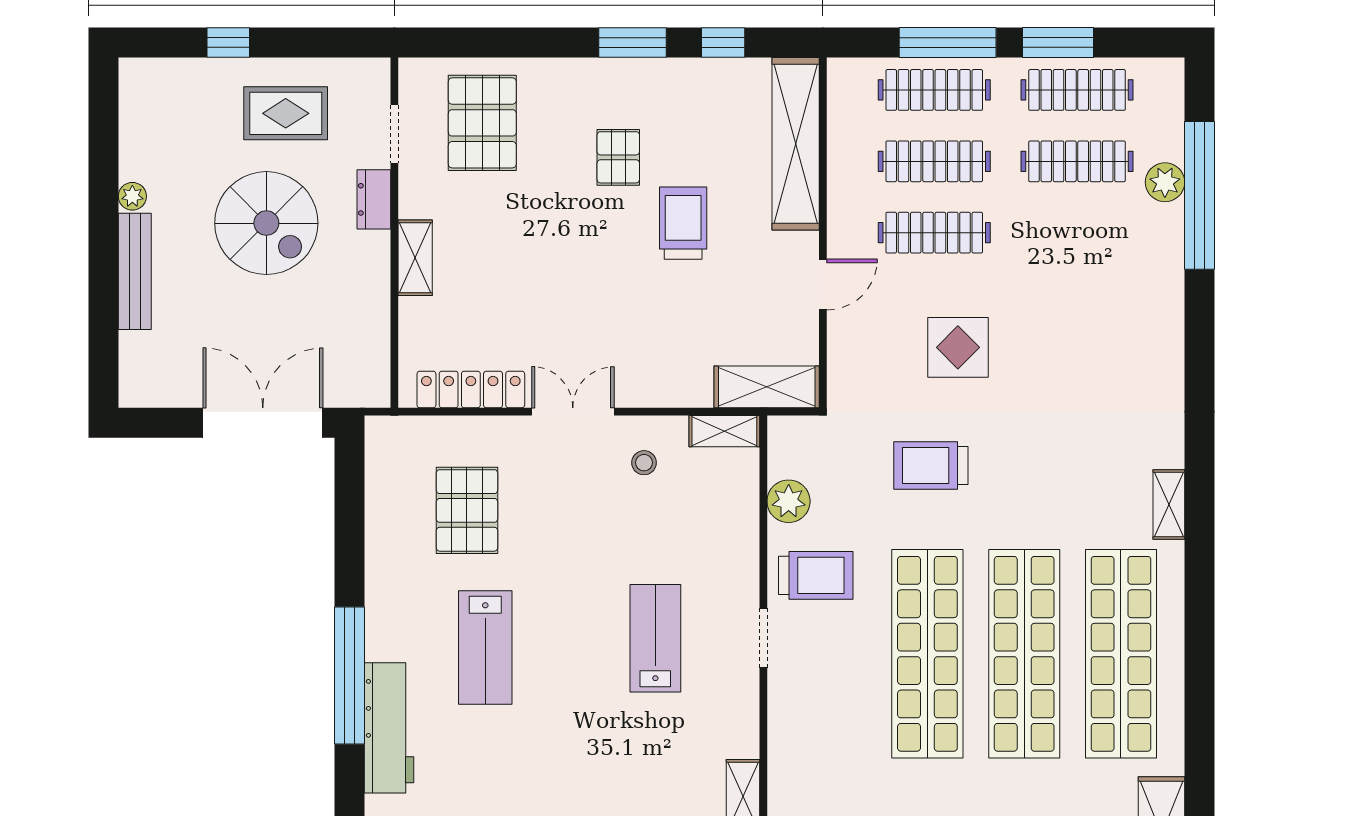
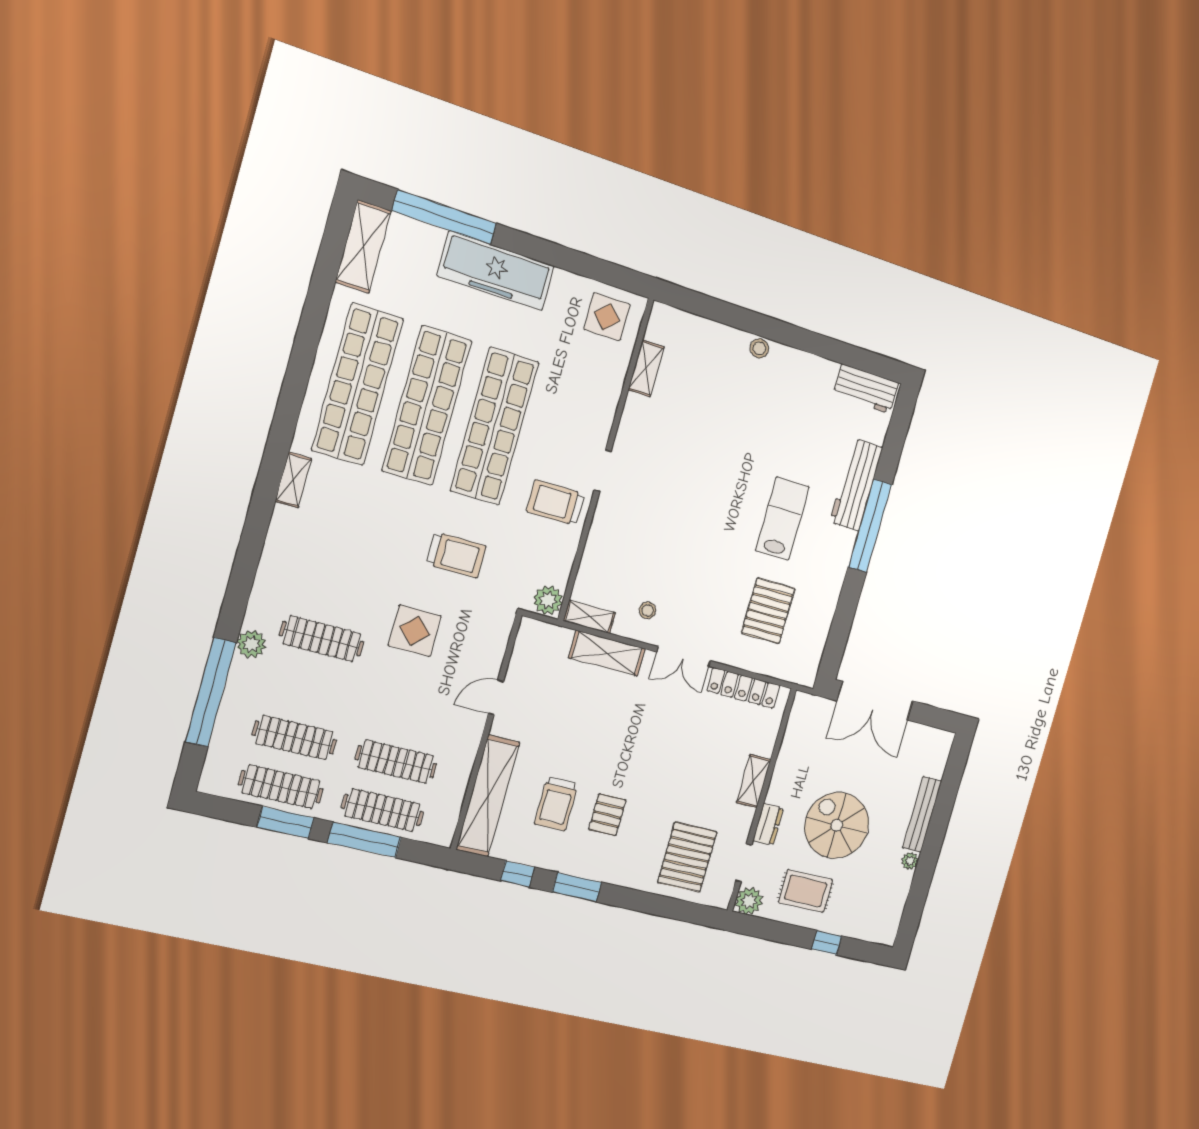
plant: (369, 79) -> (749, 901), added
plant: (1165, 182) -> (251, 644), moved
trolley: (683, 223) -> (556, 804), moved
clothes rail: (934, 233) -> (322, 639), moved
shelving: (767, 387) -> (607, 653), moved
plant: (789, 501) -> (548, 600), moved
lab bench: (655, 638) -> (673, 492), removed

